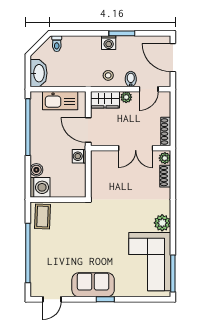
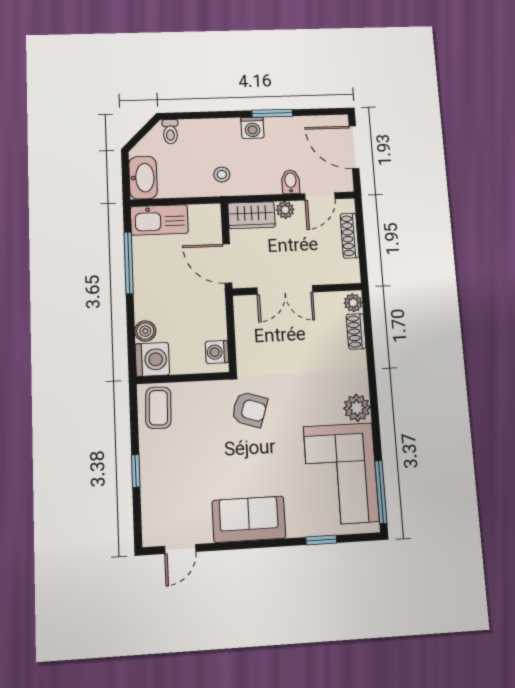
stool: (108, 75) -> (222, 175), moved
kitchen sink: (60, 101) -> (159, 220), moved
window: (28, 127) -> (129, 263), width x0.68
shoe rack: (166, 131) -> (350, 236), moved
double door: (136, 148) -> (285, 290), moved
washing machine: (79, 156) -> (217, 352), moved
armchair: (97, 220) -> (249, 409), added
window: (28, 253) -> (136, 471), width x0.32
window: (105, 299) -> (321, 540), moved

